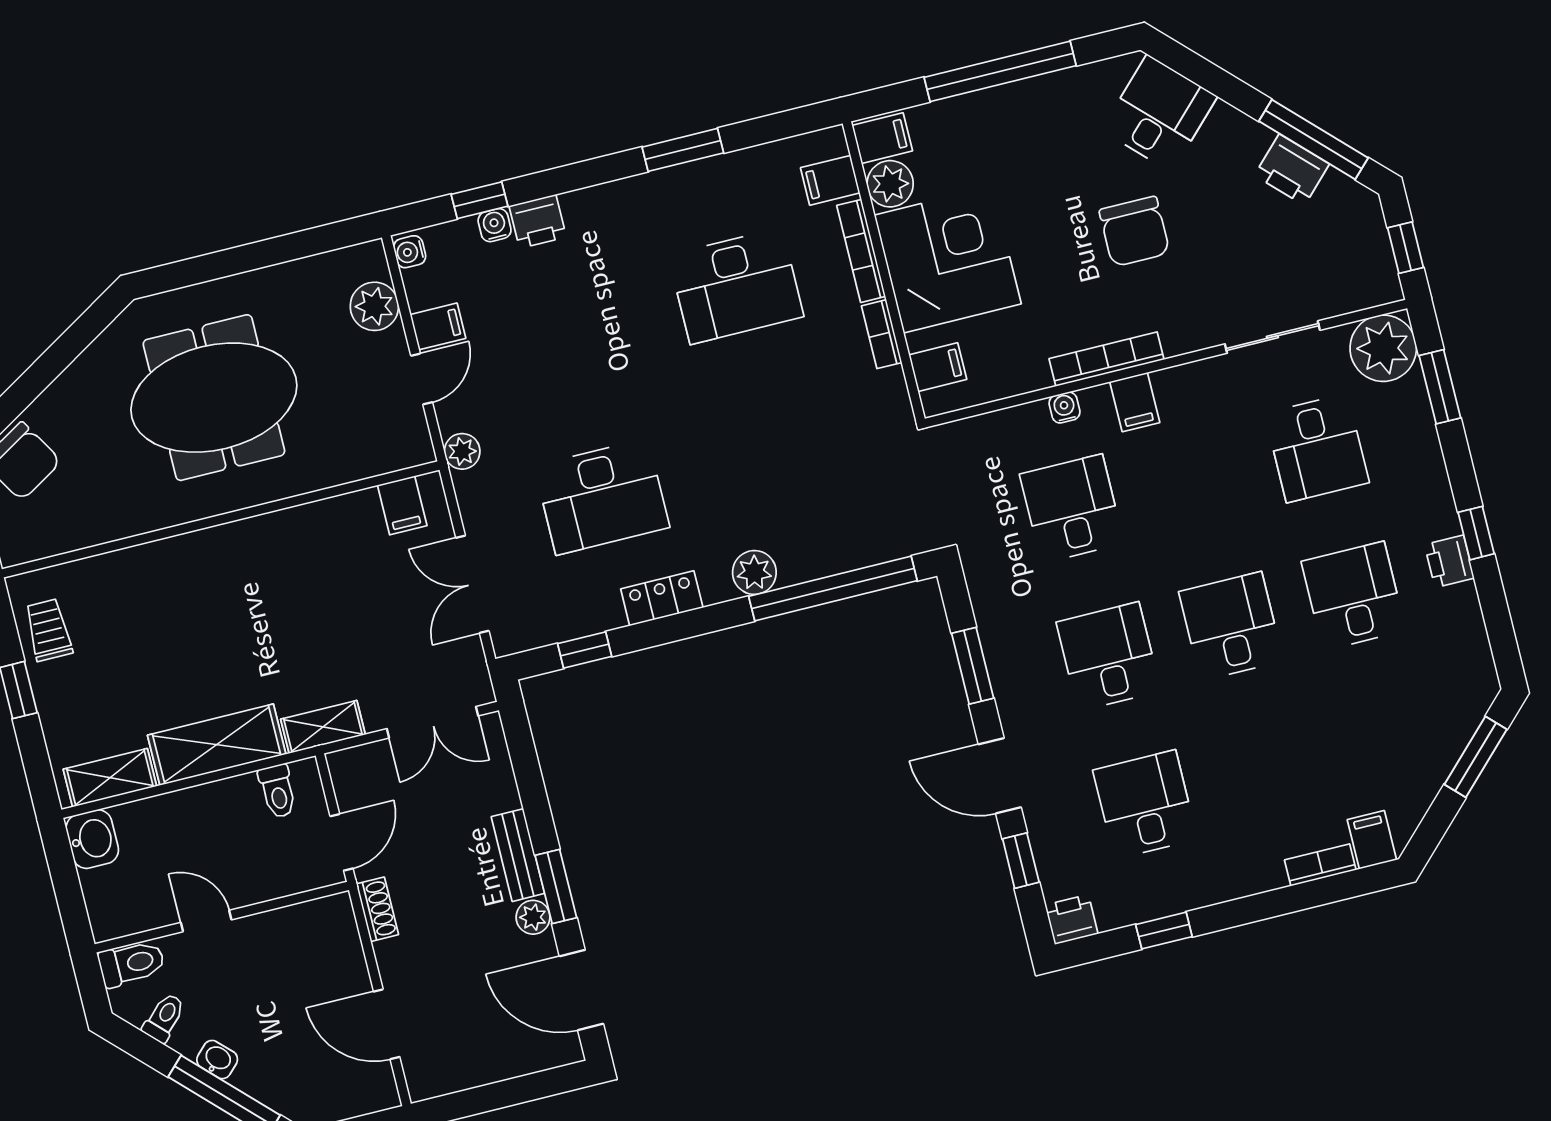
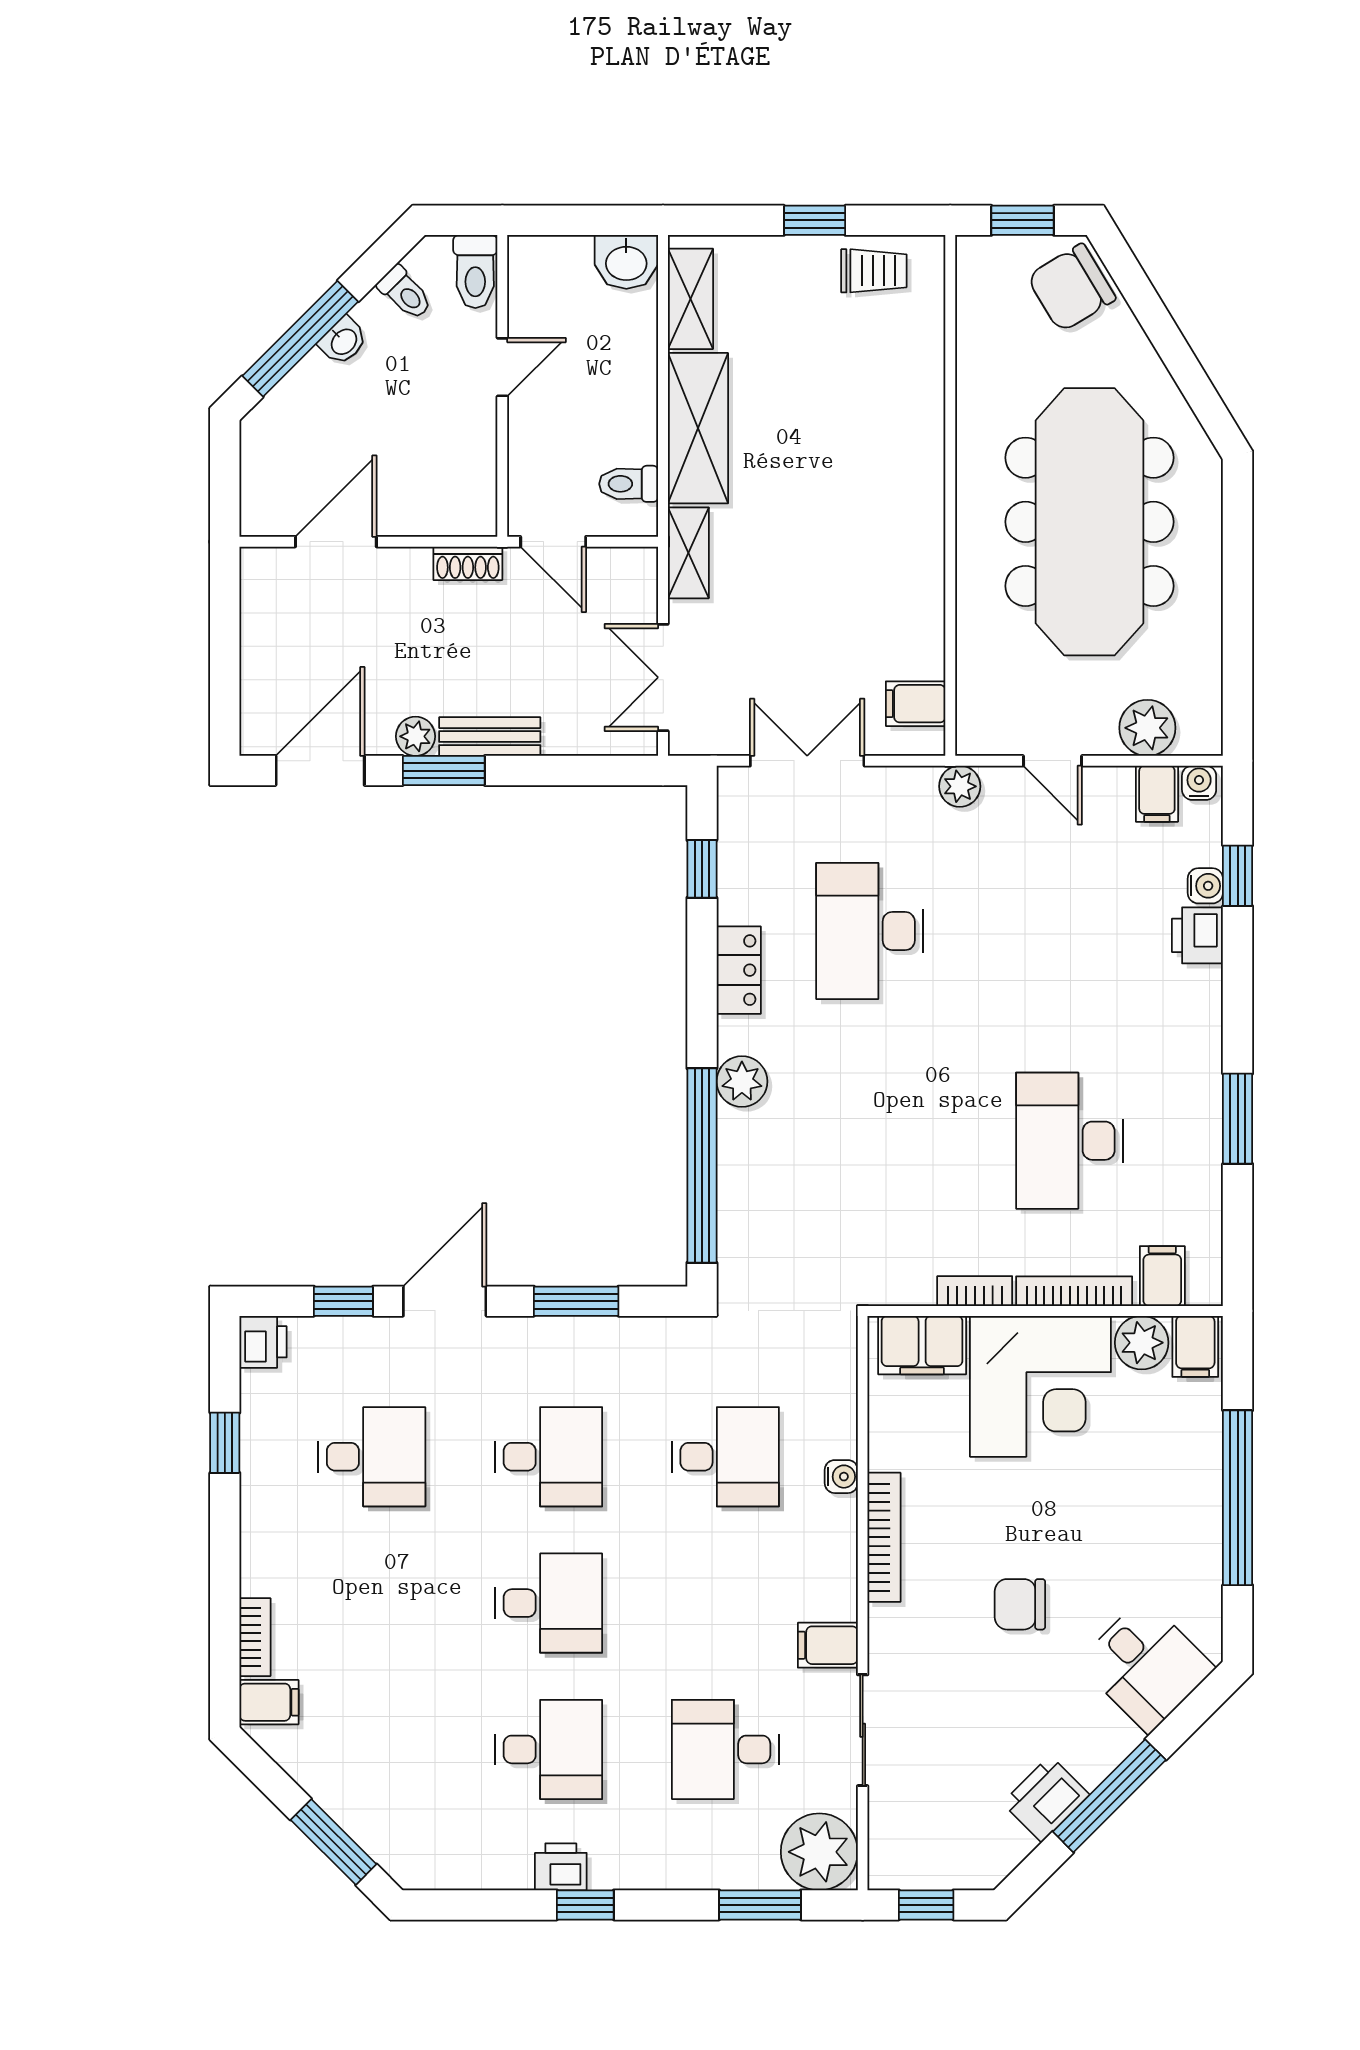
window: (1314, 140) -> (1109, 1796), moved
chair: (1134, 231) -> (1020, 1604), width x0.73, depth x0.73
filing cabinet: (438, 326) -> (1157, 794), moved
filing cabinet: (938, 367) -> (922, 1345), width x2.00
meeting table: (214, 398) -> (1089, 522), width x1.36
filing cabinet: (1135, 402) -> (828, 1645), moved

